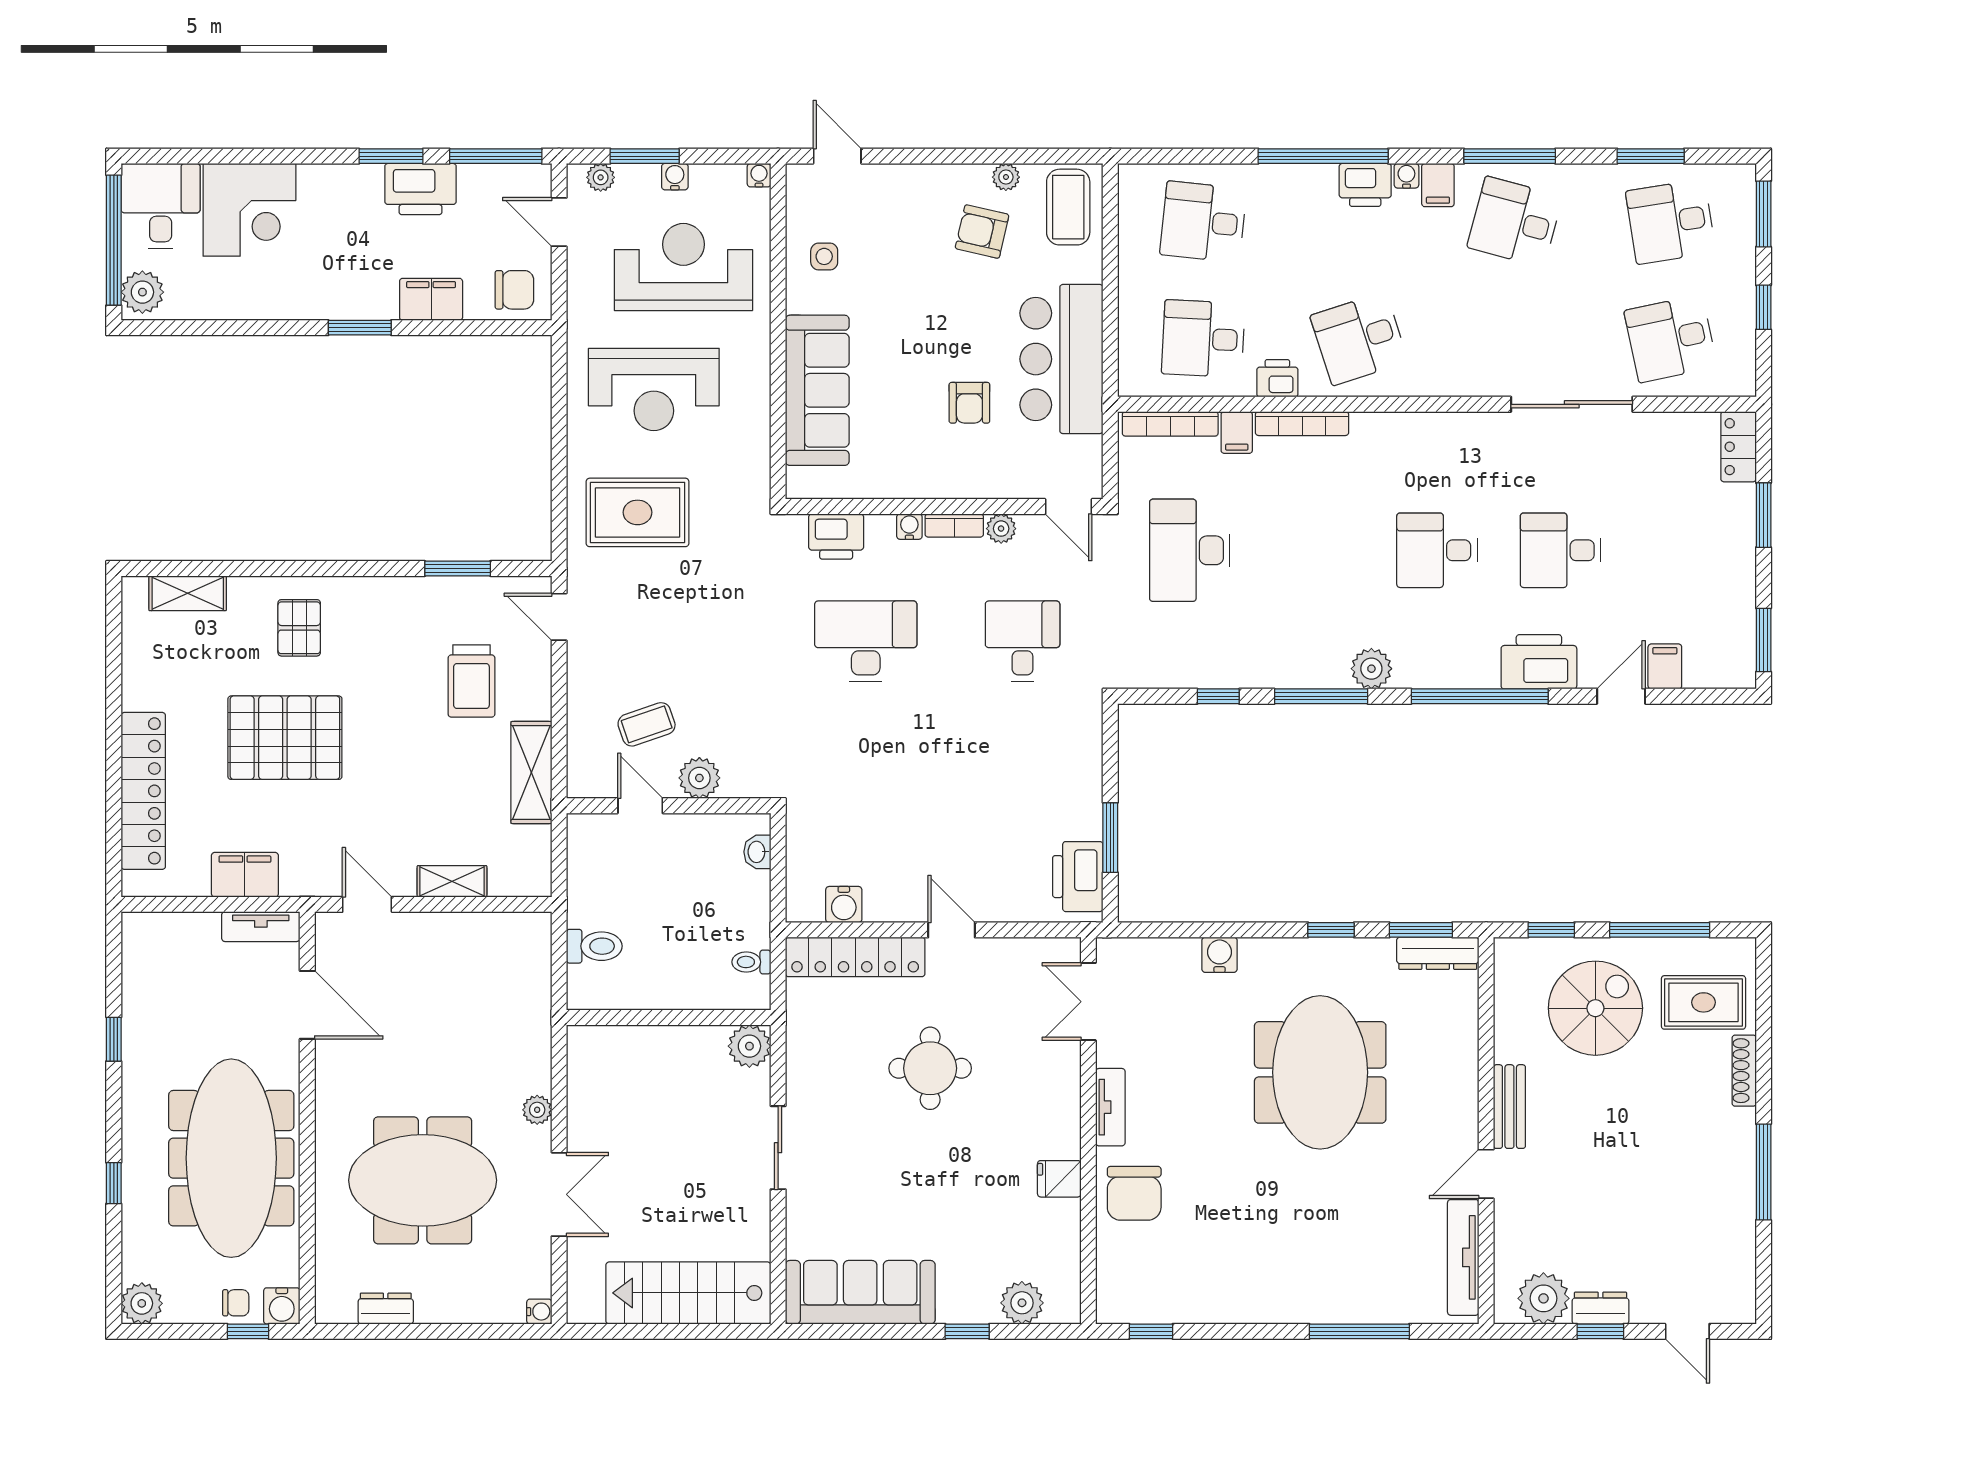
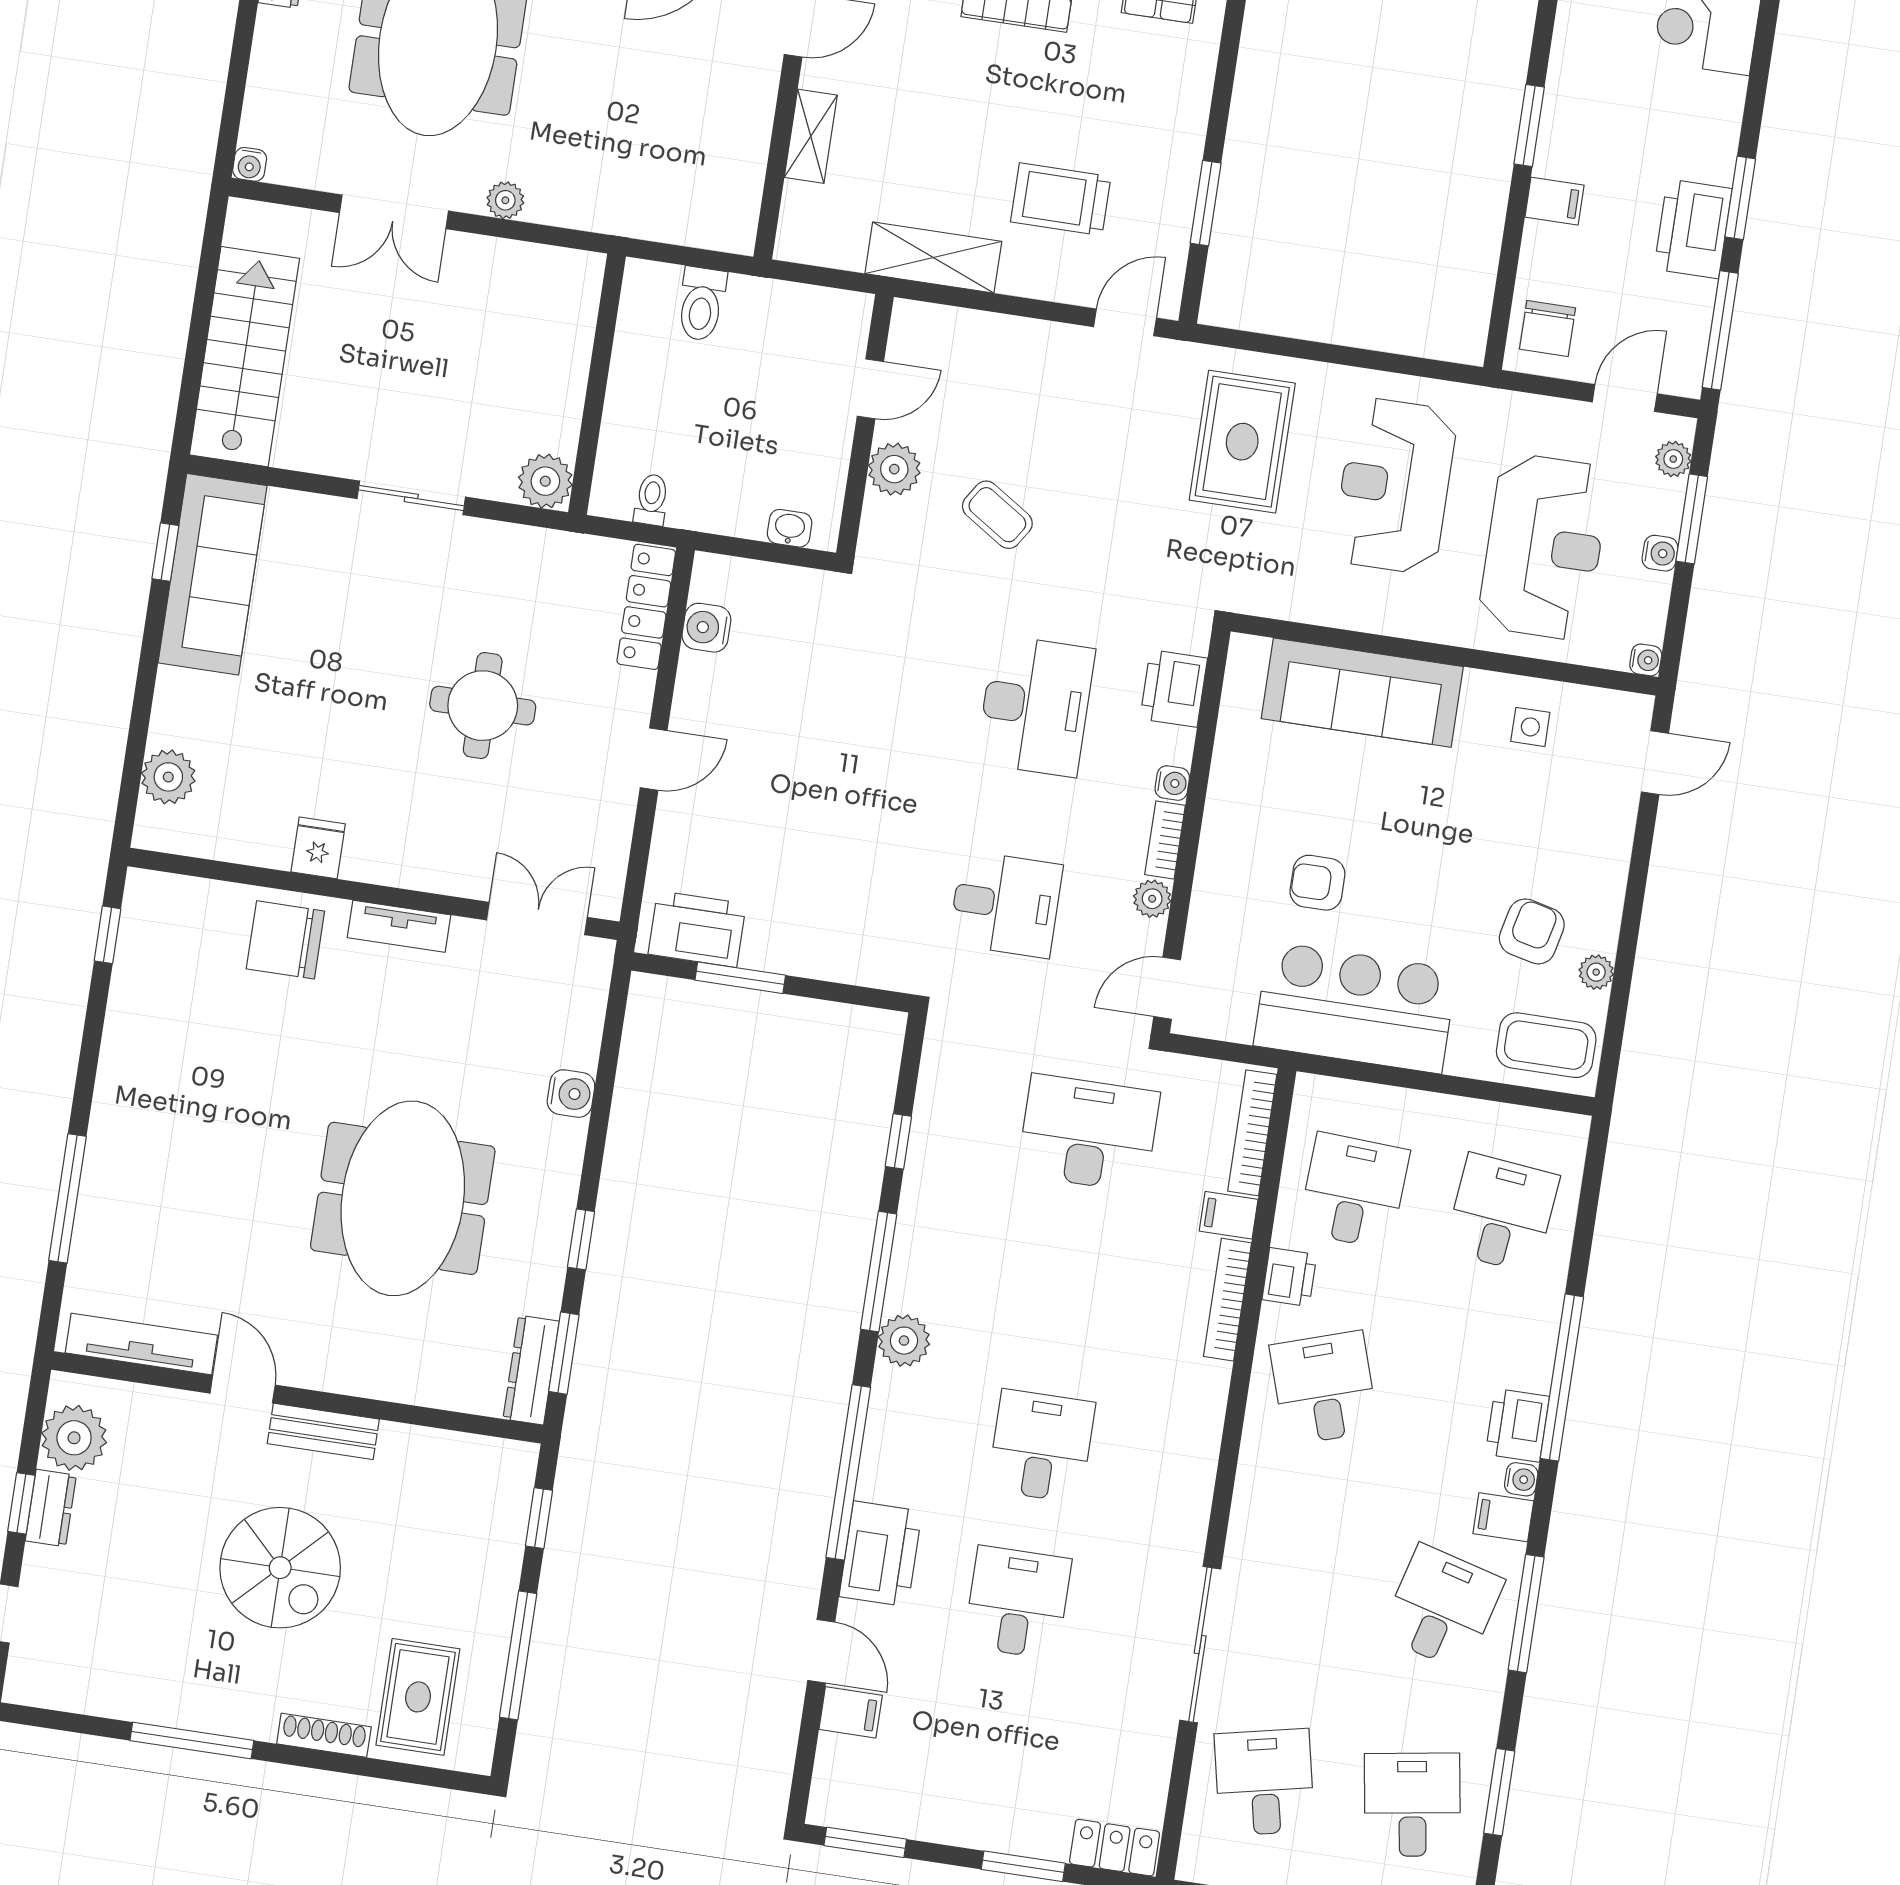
filing cabinet: (431, 299) -> (1554, 201), width x0.50
coffee table: (647, 724) -> (997, 515), moved, turned -38
locker: (855, 957) -> (646, 607), width x0.71, depth x0.83
spiral stairs: (1595, 1008) -> (280, 1568), moved
meeting table: (1320, 1072) -> (403, 1198), turned 90
window: (967, 1331) -> (165, 552), moved

